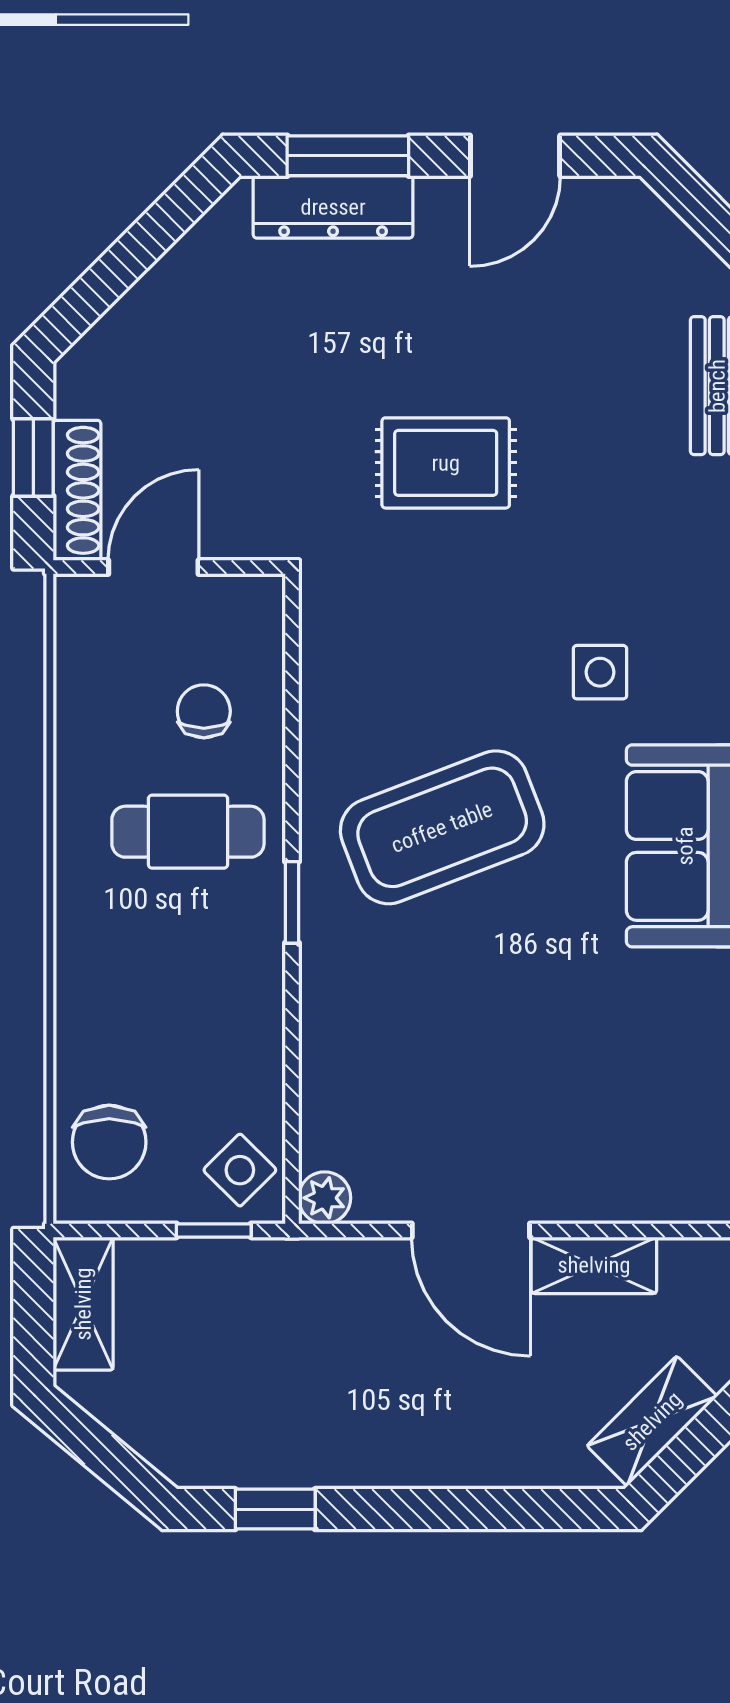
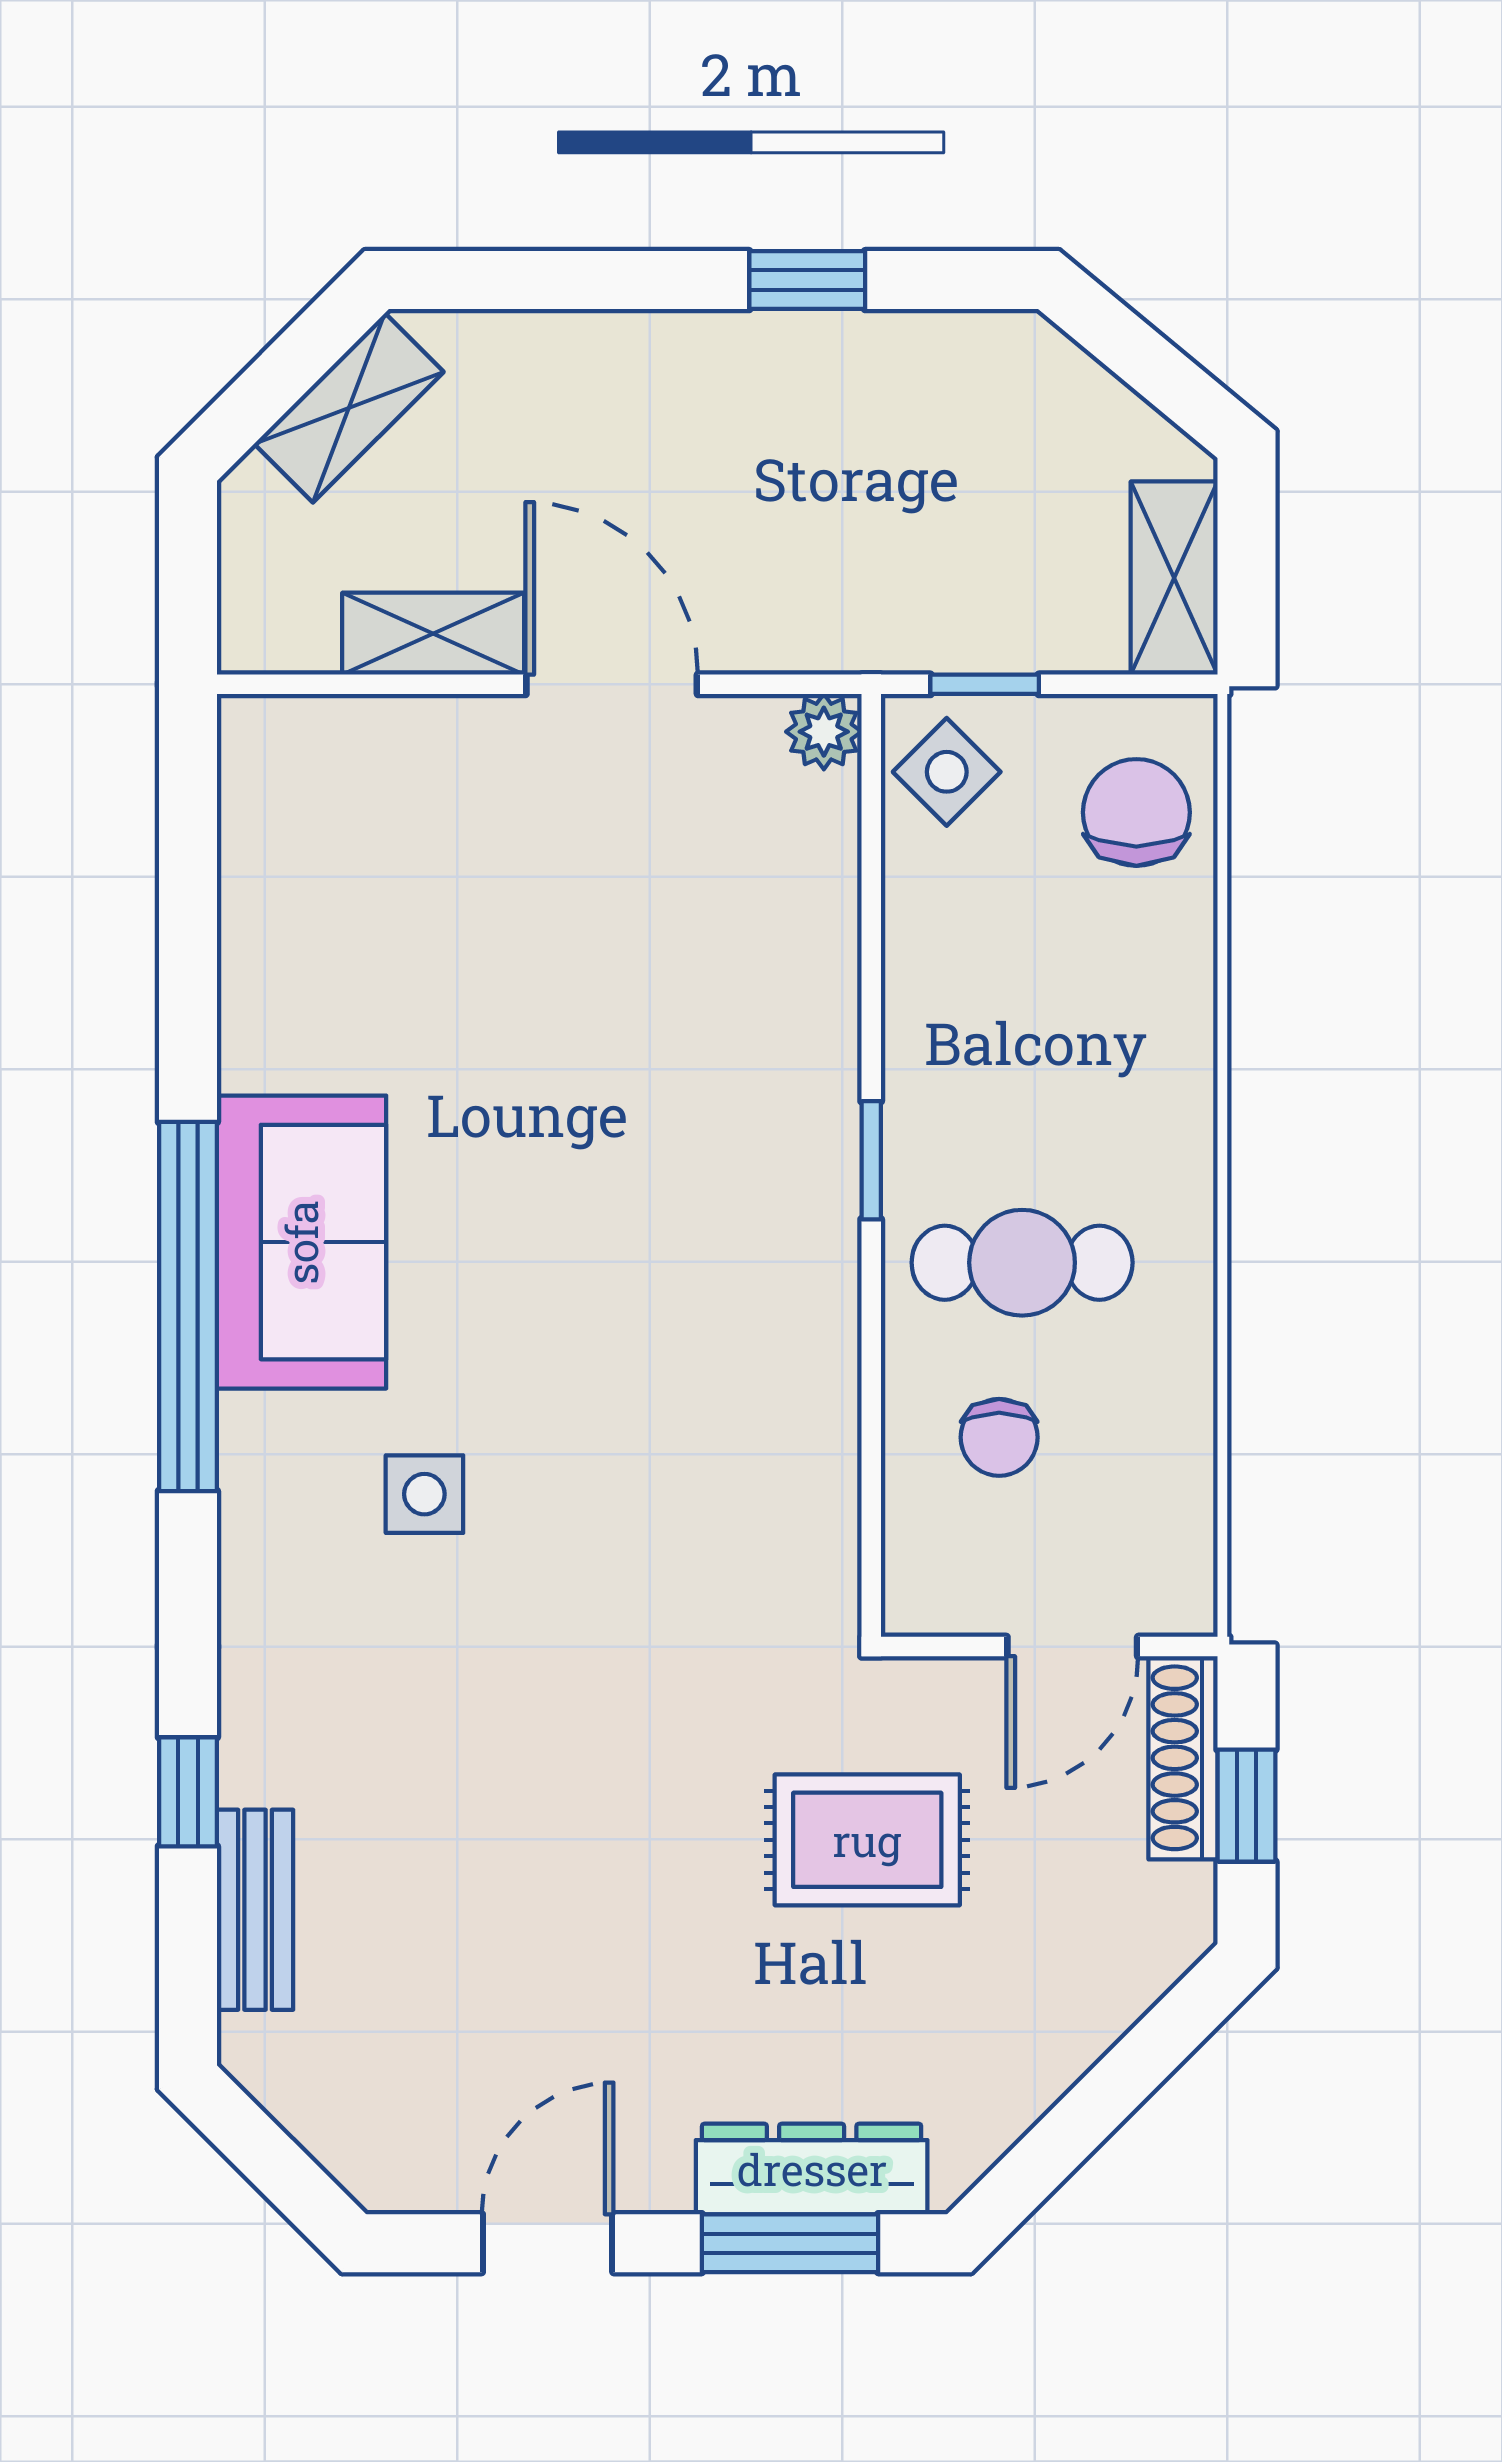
rug: (446, 463) -> (867, 1840), moved
coffee table: (442, 827) -> (653, 1269), removed
window: (275, 1509) -> (807, 280), moved

